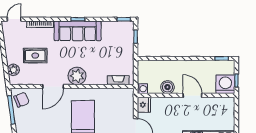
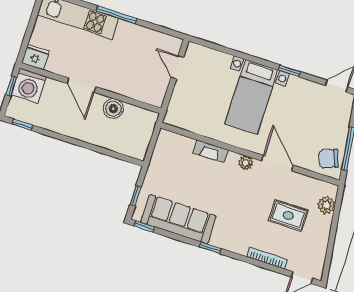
sofa: (78, 31) -> (178, 219), moved
plant: (77, 76) -> (246, 163), width x0.53, depth x0.53
fireplace: (118, 80) -> (210, 151), moved
door: (53, 86) -> (277, 163), hinge flipped
washing machine: (142, 89) -> (150, 118), removed
fridge: (144, 105) -> (35, 57), moved, turned 90

